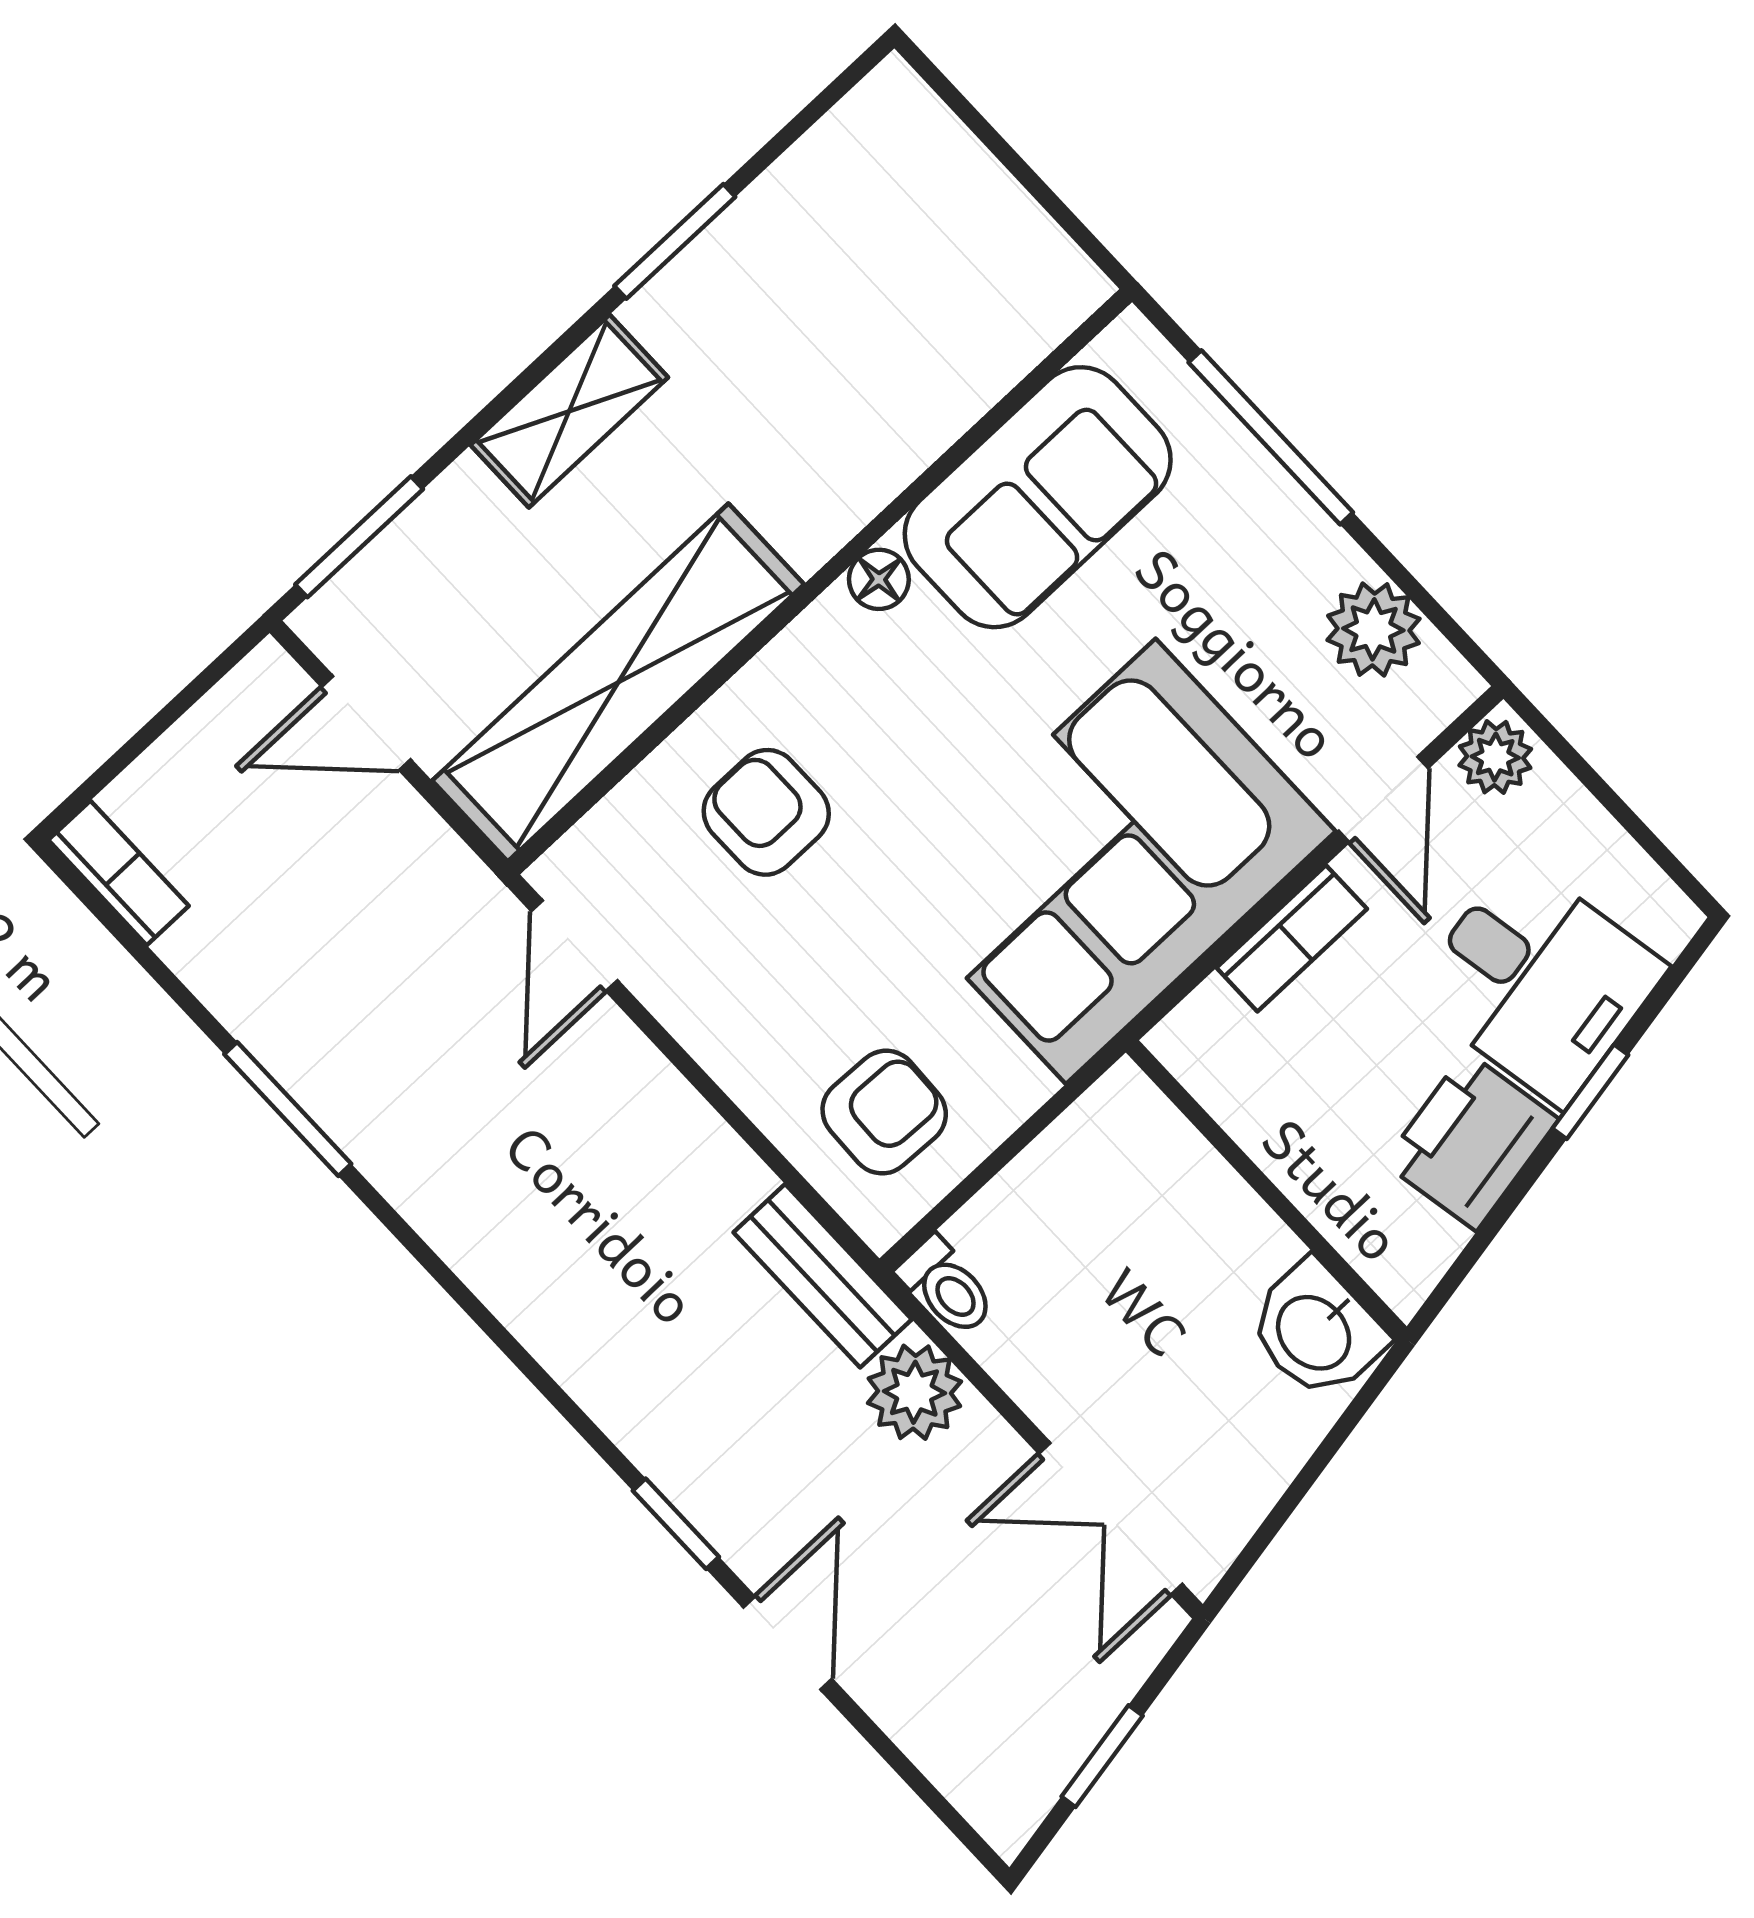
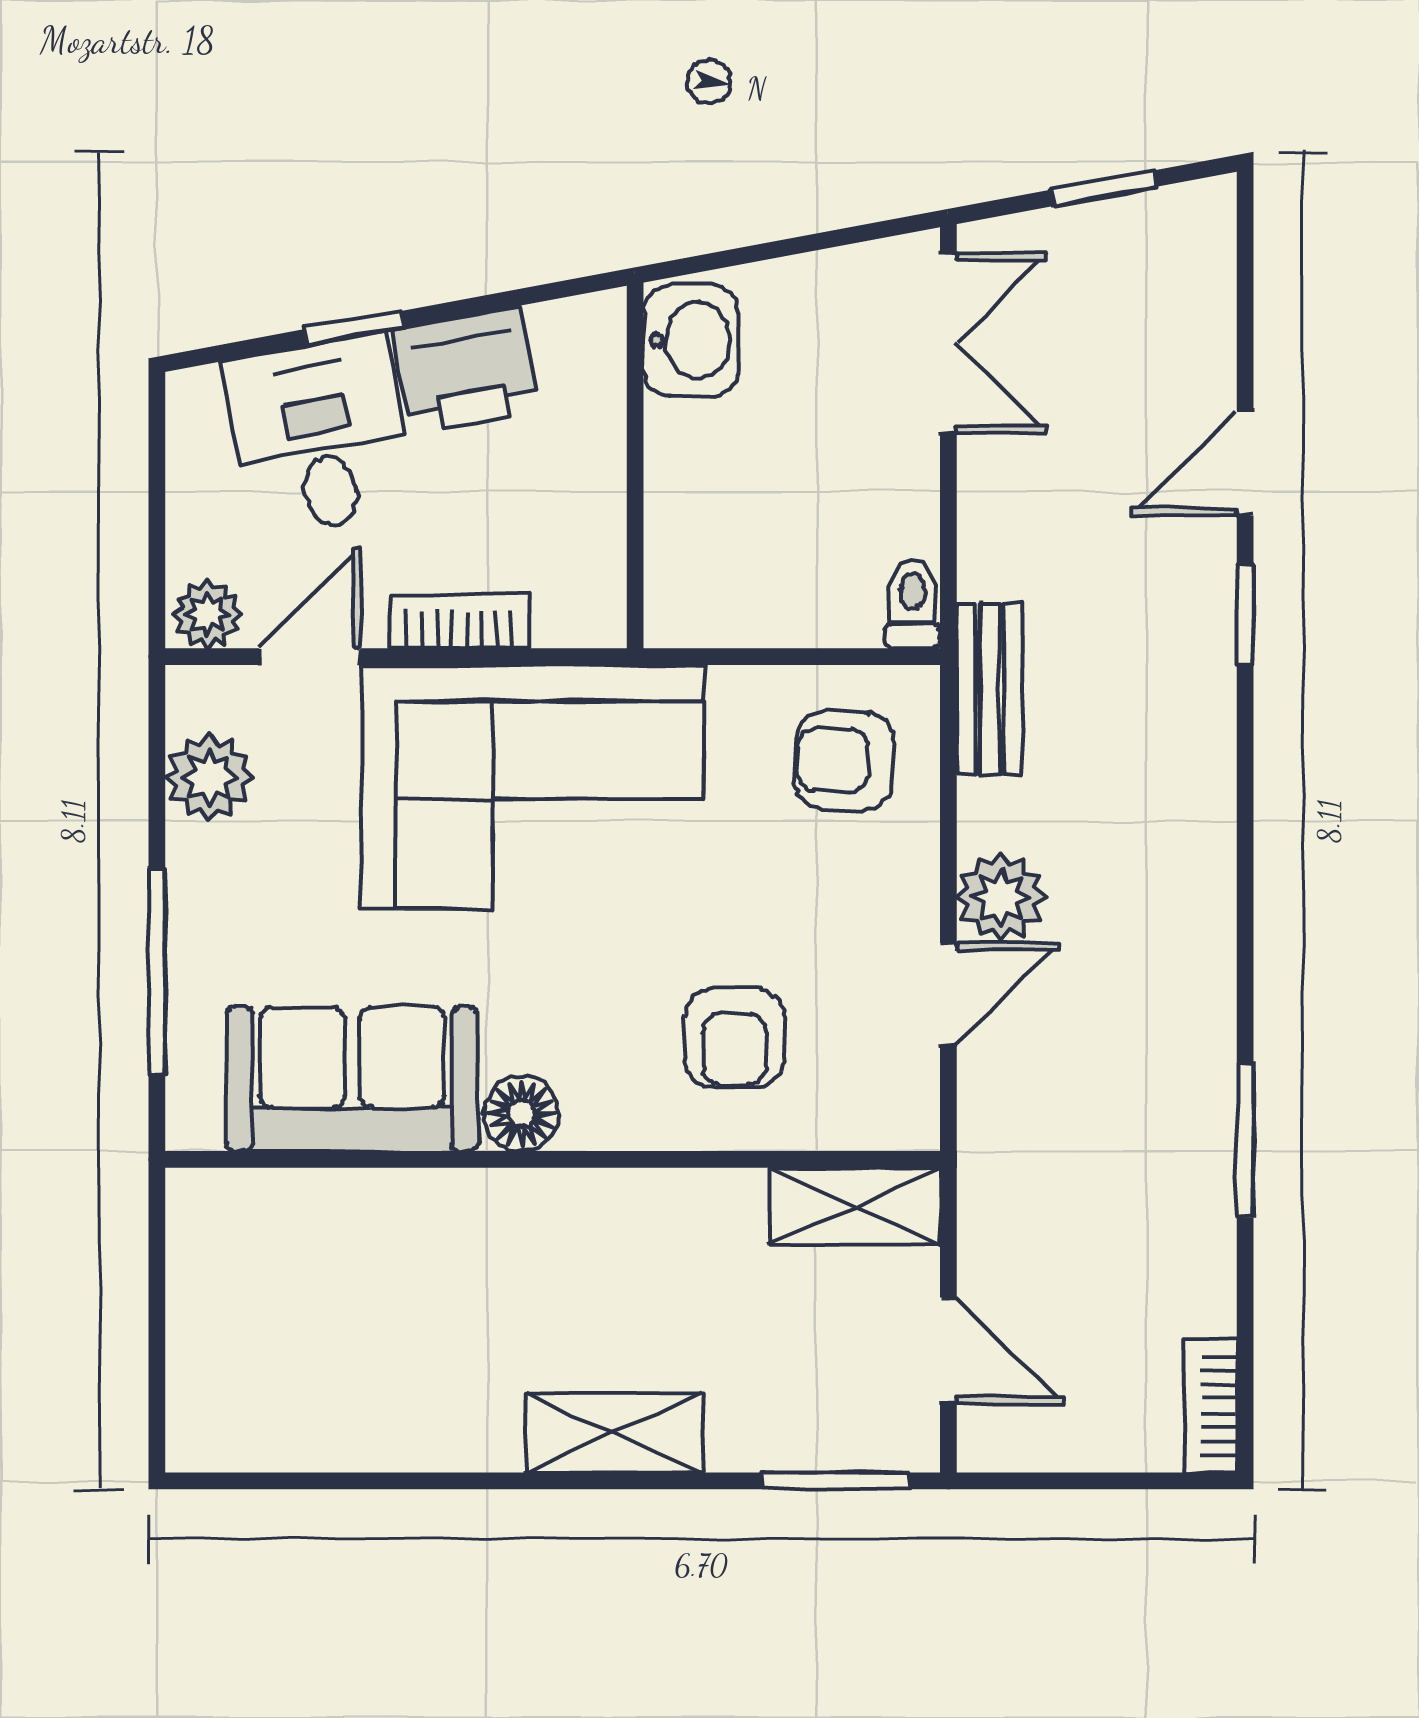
window: (675, 241) -> (435, 1481), removed
floor lamp: (879, 579) -> (522, 1114), width x1.37, depth x1.37
shelving: (618, 682) -> (855, 1206), width x0.45, depth x0.75
door: (574, 946) -> (948, 994), moved
plant: (914, 1392) -> (1001, 897), moved

